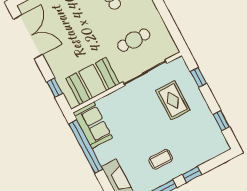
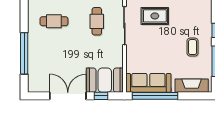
double door: (28, 37) -> (68, 96), moved
booth: (93, 81) -> (105, 80), moved, turned 90
sofa: (93, 125) -> (148, 83), width x1.36

